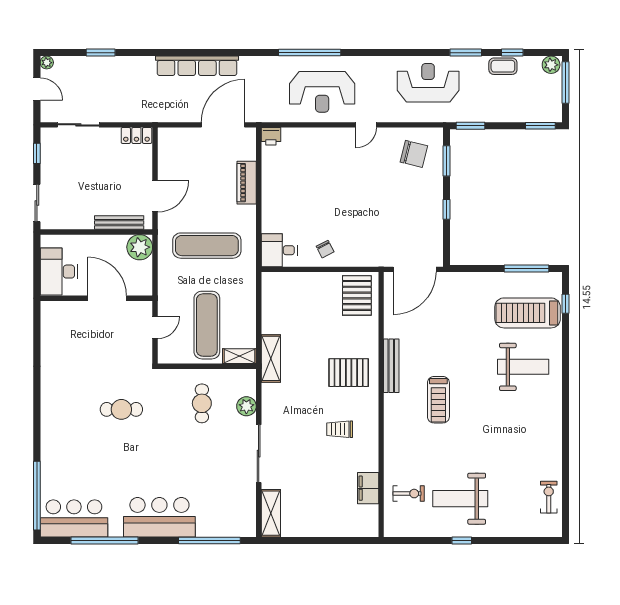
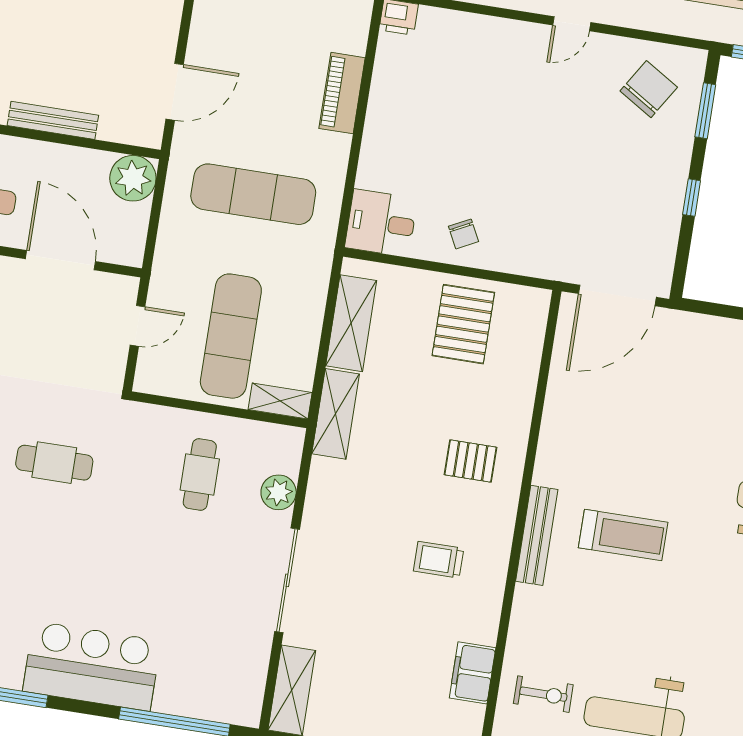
chair: (414, 154) -> (649, 89), turned -72
bench: (119, 223) -> (53, 120), moved
pallet: (357, 295) -> (463, 324), moved
shelving: (272, 308) -> (351, 323), added
bench: (391, 366) -> (537, 535), moved
pallet: (349, 373) -> (471, 461), width x0.67, depth x0.71
treadmill: (438, 400) -> (623, 535), turned -90

